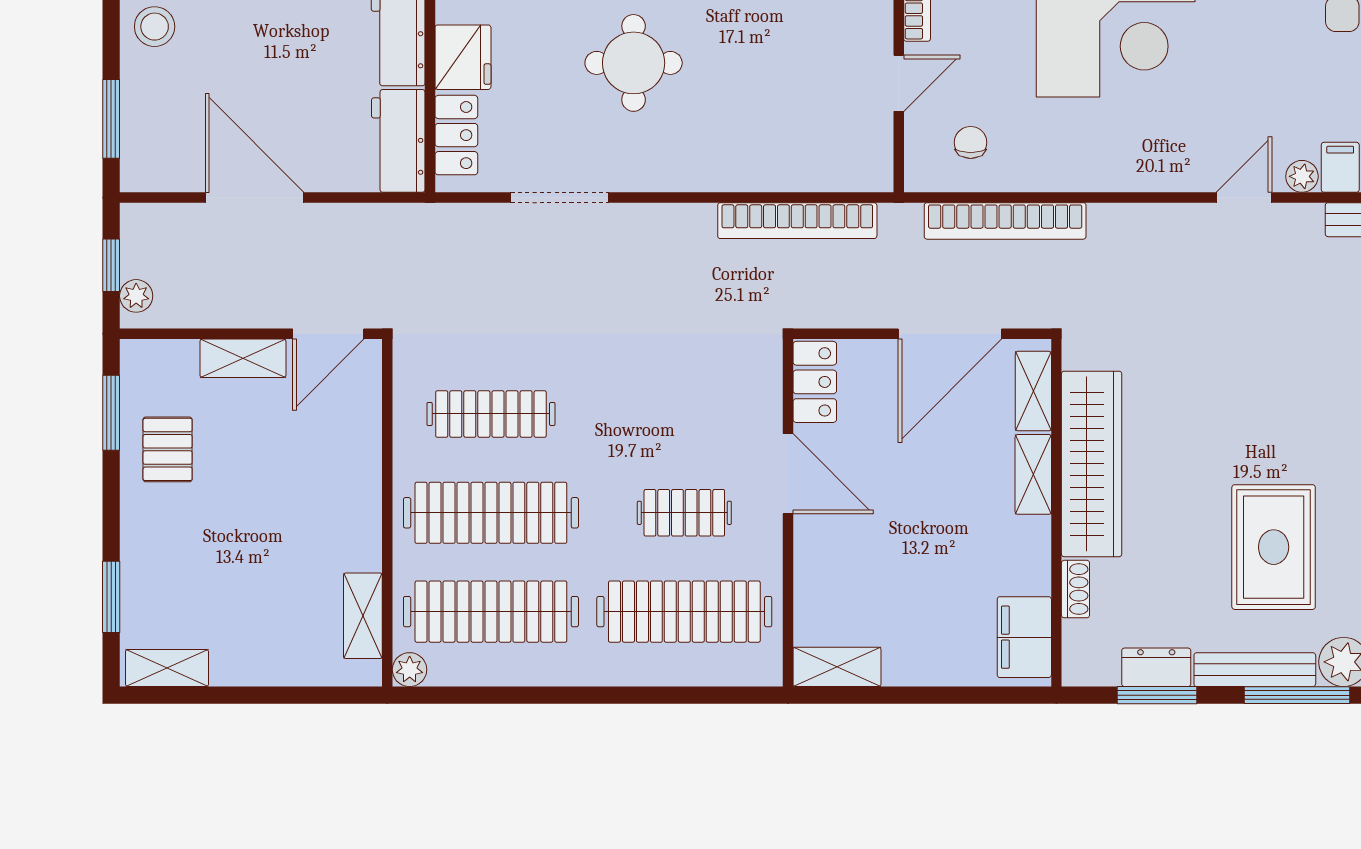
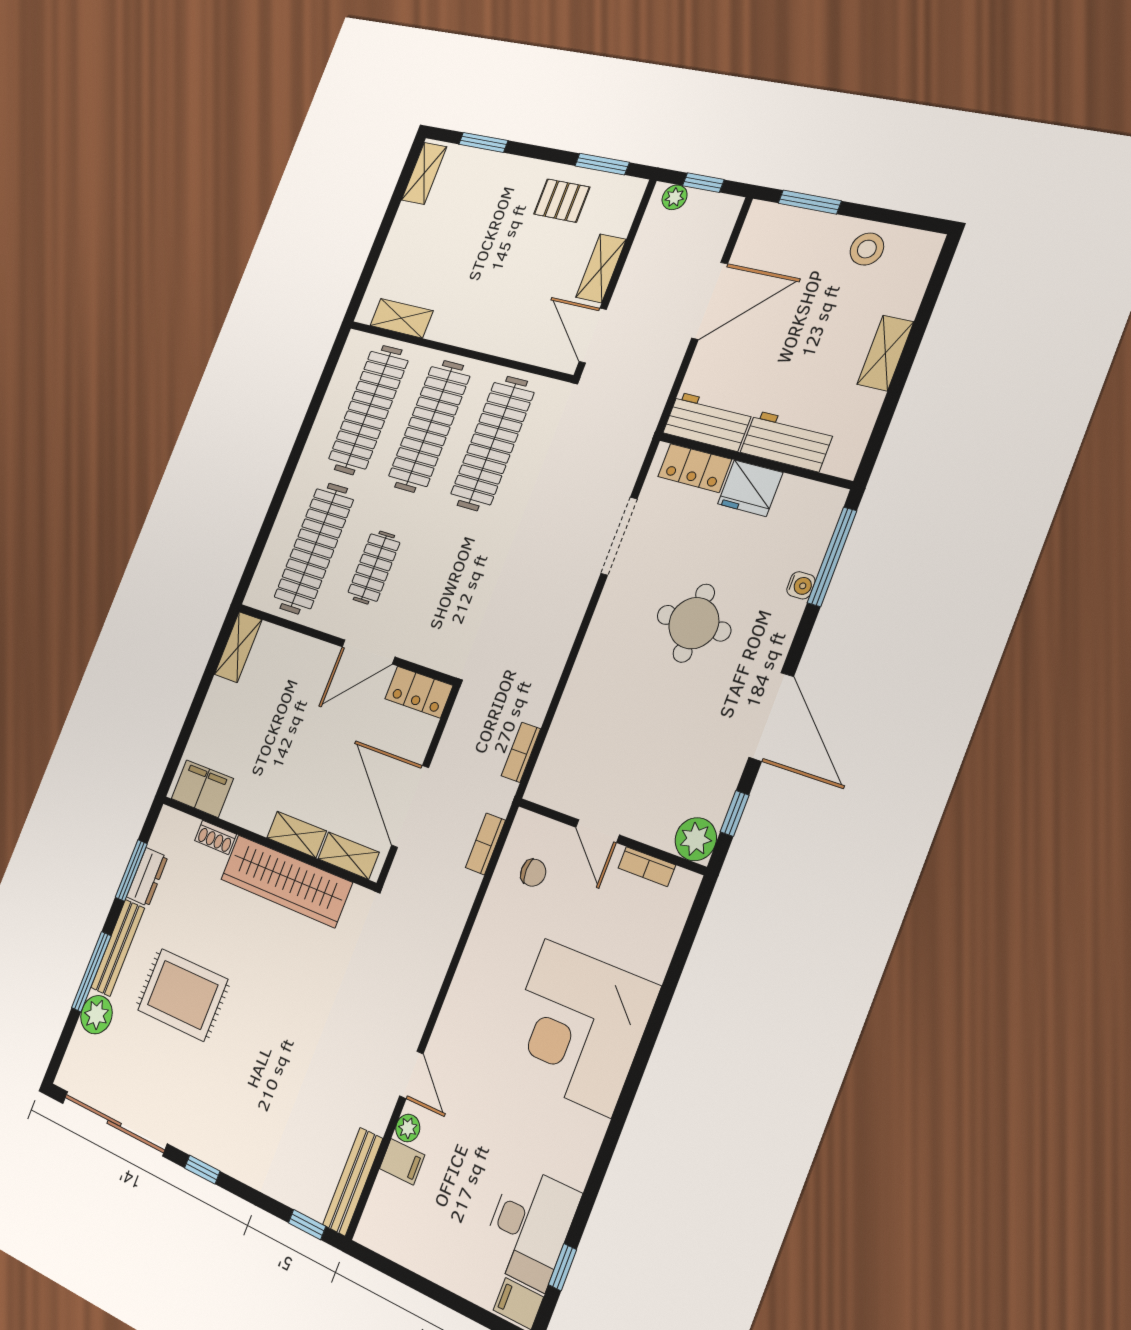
bookcase: (797, 221) -> (521, 752), width x0.43, depth x0.76
bookcase: (1005, 221) -> (485, 844), width x0.43, depth x0.76
clothes rail: (491, 414) -> (492, 443), width x1.37, depth x1.31
plant: (410, 670) -> (356, 343), removed

